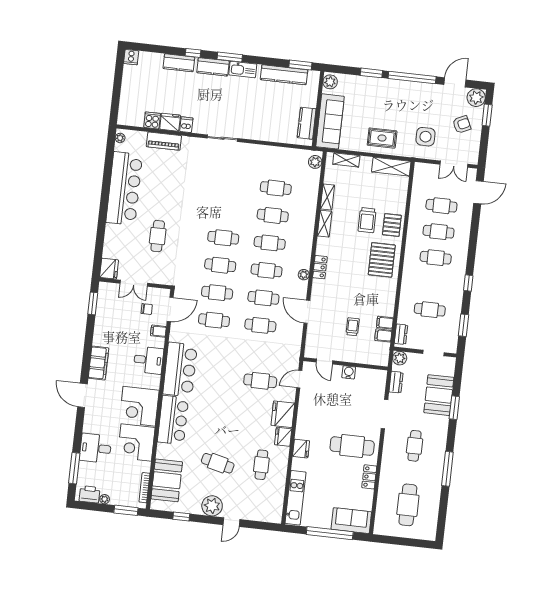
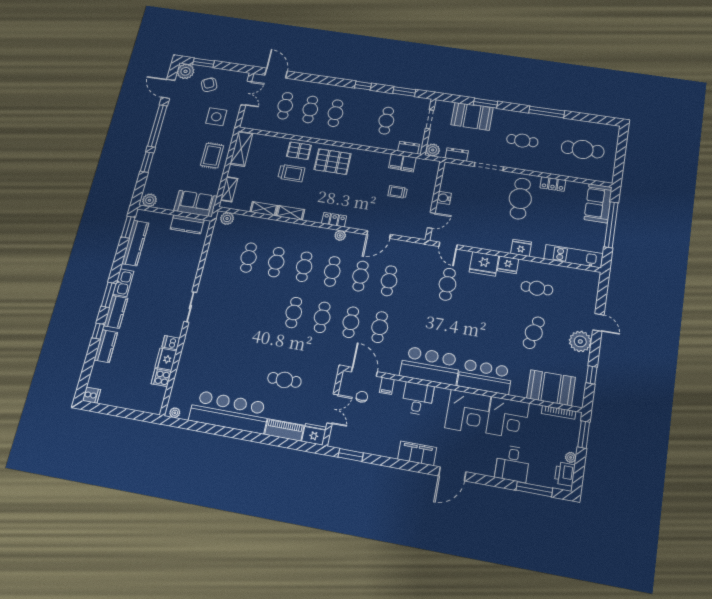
sofa: (330, 121) -> (196, 204), width x0.73
piano: (164, 141) -> (284, 430), moved, turned -90

